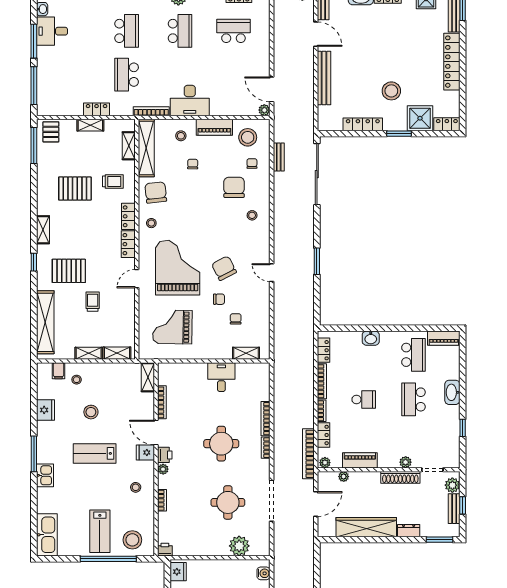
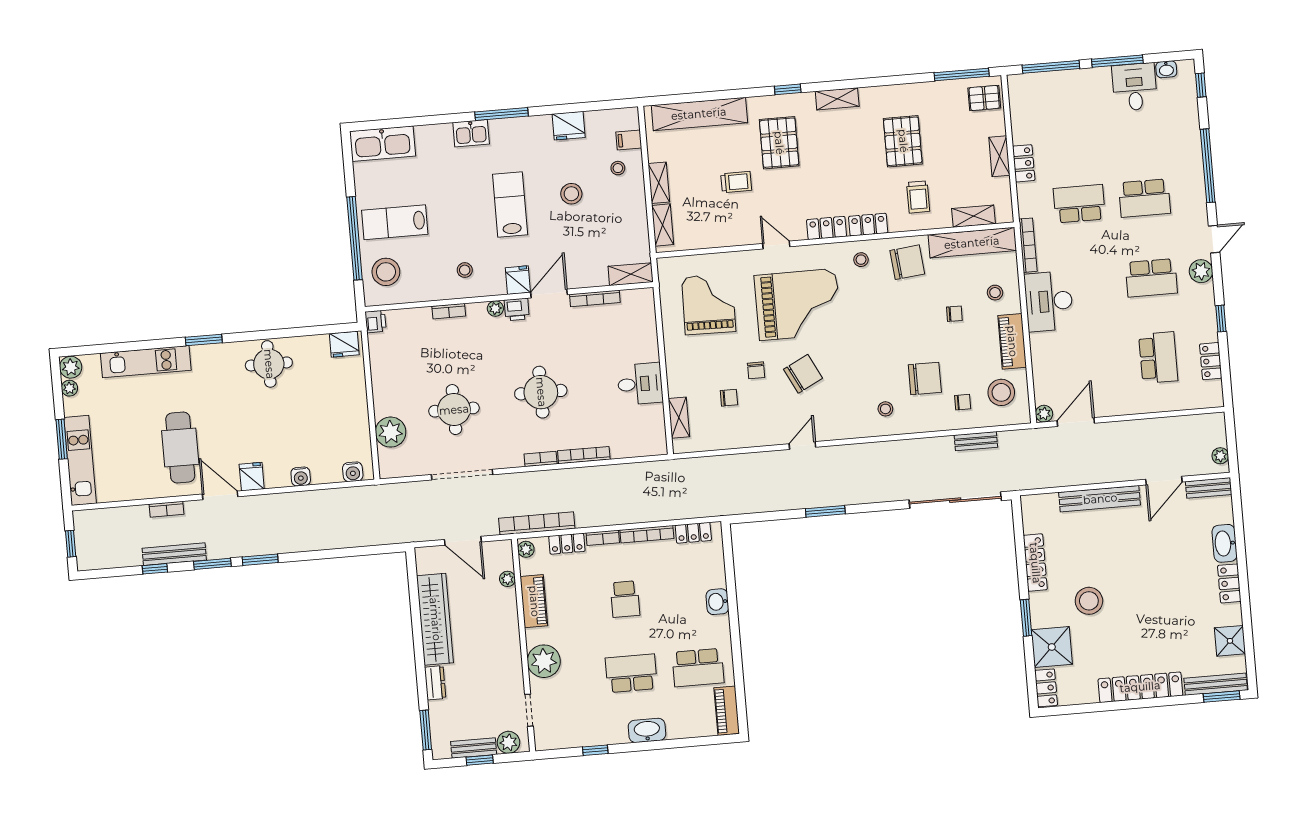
plant: (406, 462) -> (544, 661), width x1.88, depth x1.88
shoe rack: (400, 477) -> (513, 664), removed

